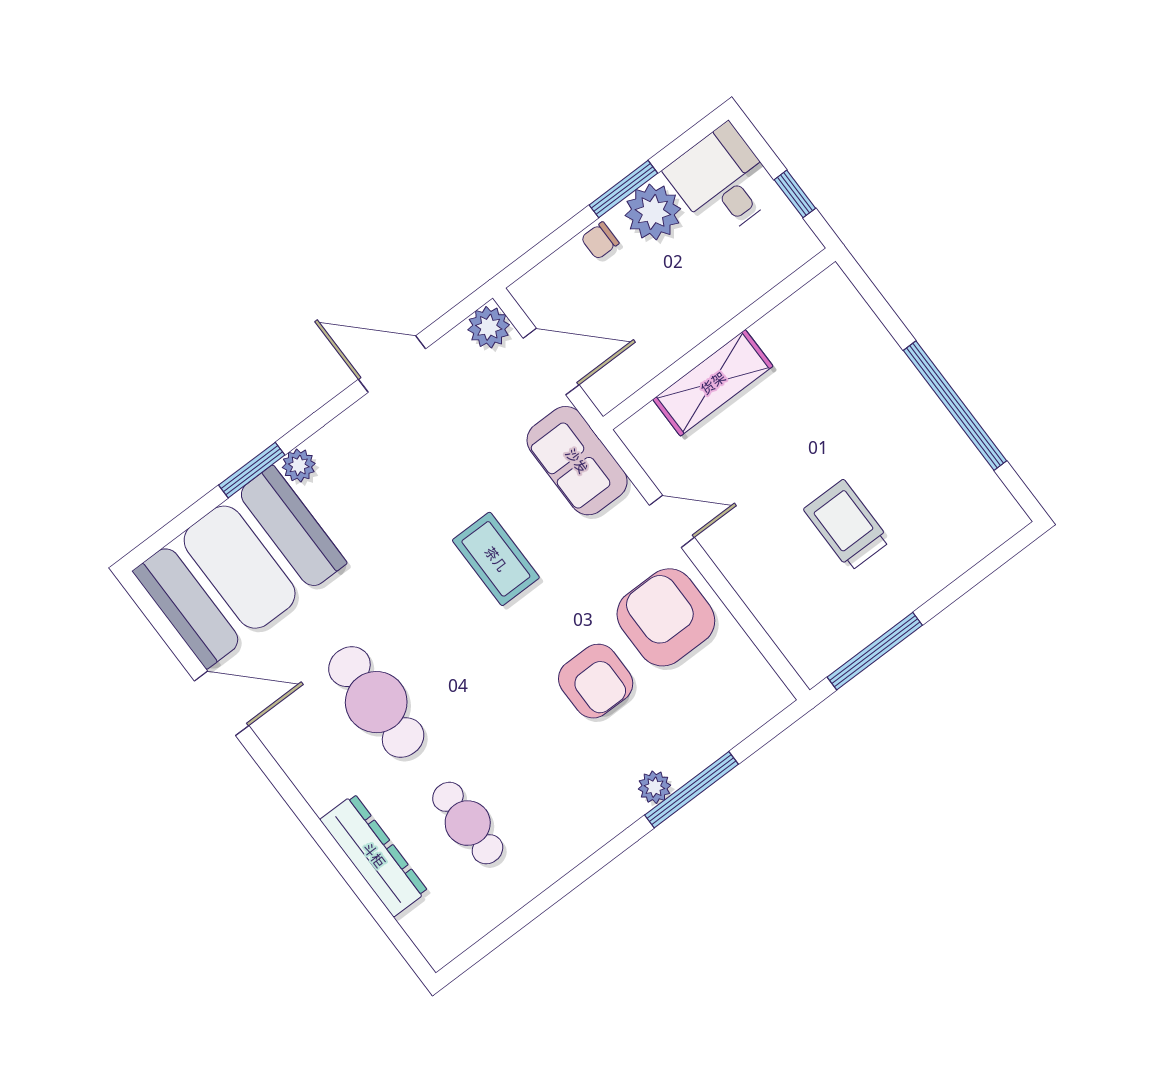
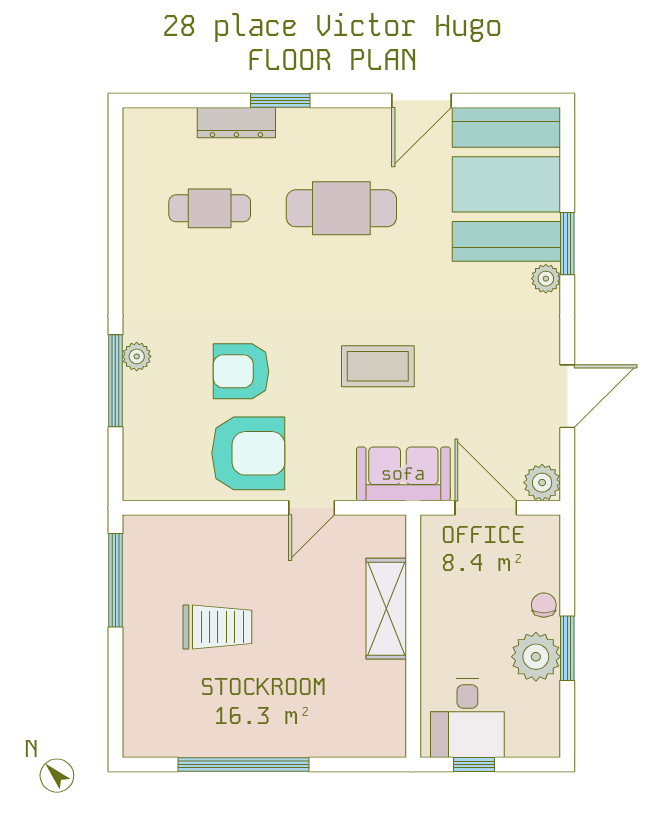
desk: (722, 181) -> (467, 718), moved, turned 90
door: (551, 362) -> (486, 508), swing flipped
window: (320, 833) -> (280, 100), added
dresser: (374, 855) -> (236, 123), width x0.73, depth x0.80

